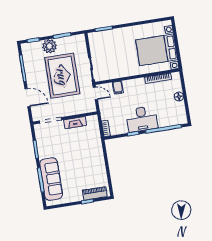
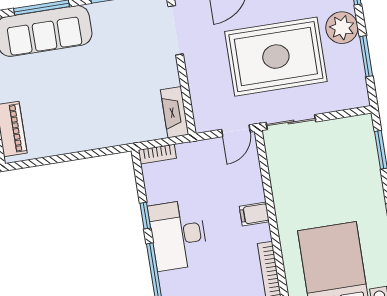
filing cabinet: (118, 87) -> (254, 214), moved
fireplace: (75, 123) -> (175, 112), moved

